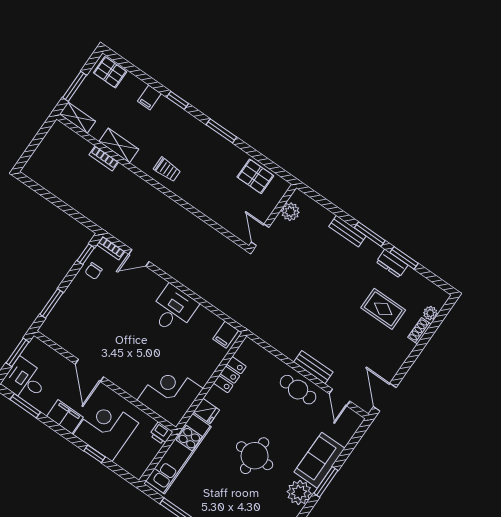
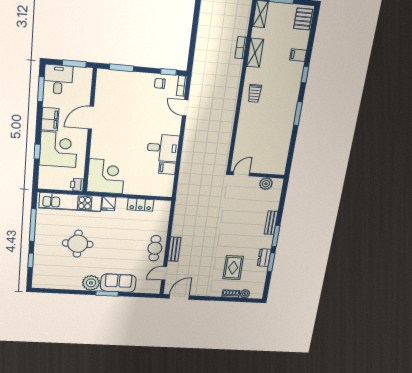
pallet: (255, 176) -> (278, 151), removed
filing cabinet: (226, 335) -> (167, 168), moved
round table: (255, 456) -> (78, 244), moved

